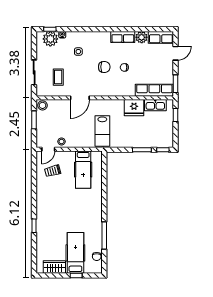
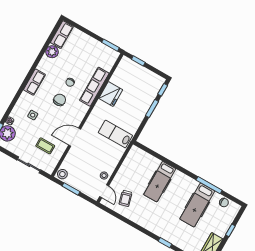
row of seats: (123, 37) -> (34, 82), moved
door: (176, 53) -> (83, 30), removed
row of seats: (154, 90) -> (94, 87), moved
door: (80, 98) -> (75, 137), swing flipped
kitchen sink: (155, 105) -> (119, 74), removed
lab bench: (102, 131) -> (115, 134), turned 180
hospital bed: (83, 170) -> (160, 182), moved, turned 90
hospital bed: (75, 253) -> (197, 205), moved, turned -90

